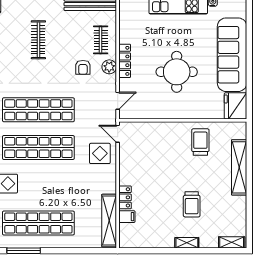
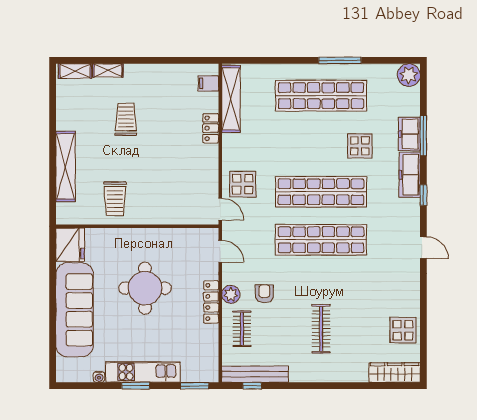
door: (118, 101) -> (220, 251), swing flipped
filing cabinet: (127, 217) -> (208, 83), moved
shelving: (187, 243) -> (108, 70), moved

